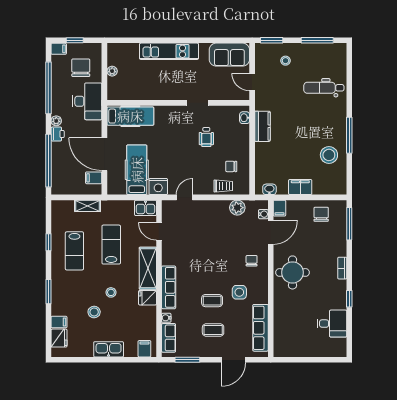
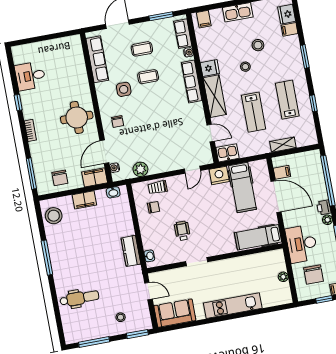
stool: (329, 155) -> (54, 216), moved
filing cabinet: (279, 208) -> (95, 177), width x2.00

